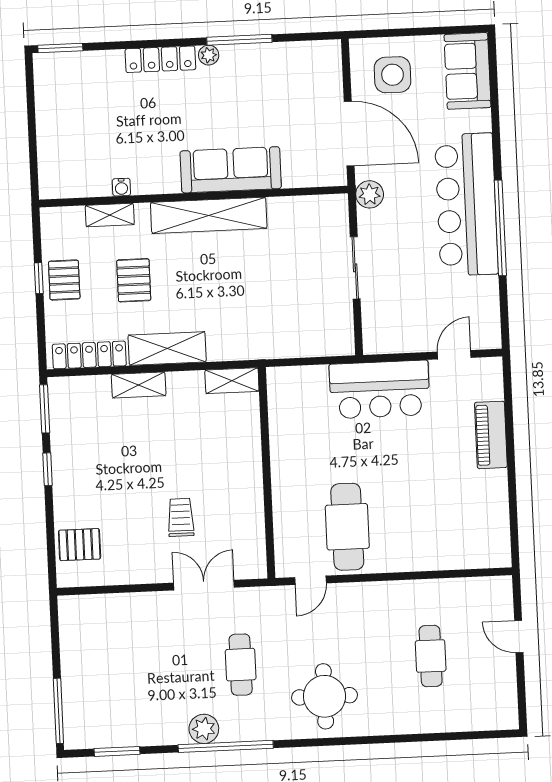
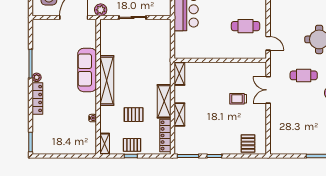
shelving: (110, 215) -> (105, 144), moved
cafe table: (347, 527) -> (246, 26), width x0.73, depth x0.74

